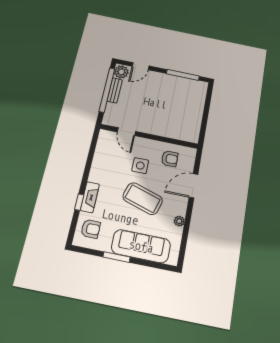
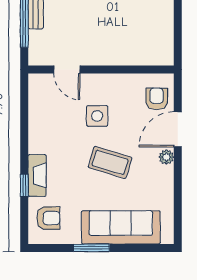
armchair: (170, 159) -> (157, 99), moved, turned -90
coffee table: (143, 199) -> (110, 162), width x0.73, depth x0.76
plant: (179, 221) -> (166, 157), moved

